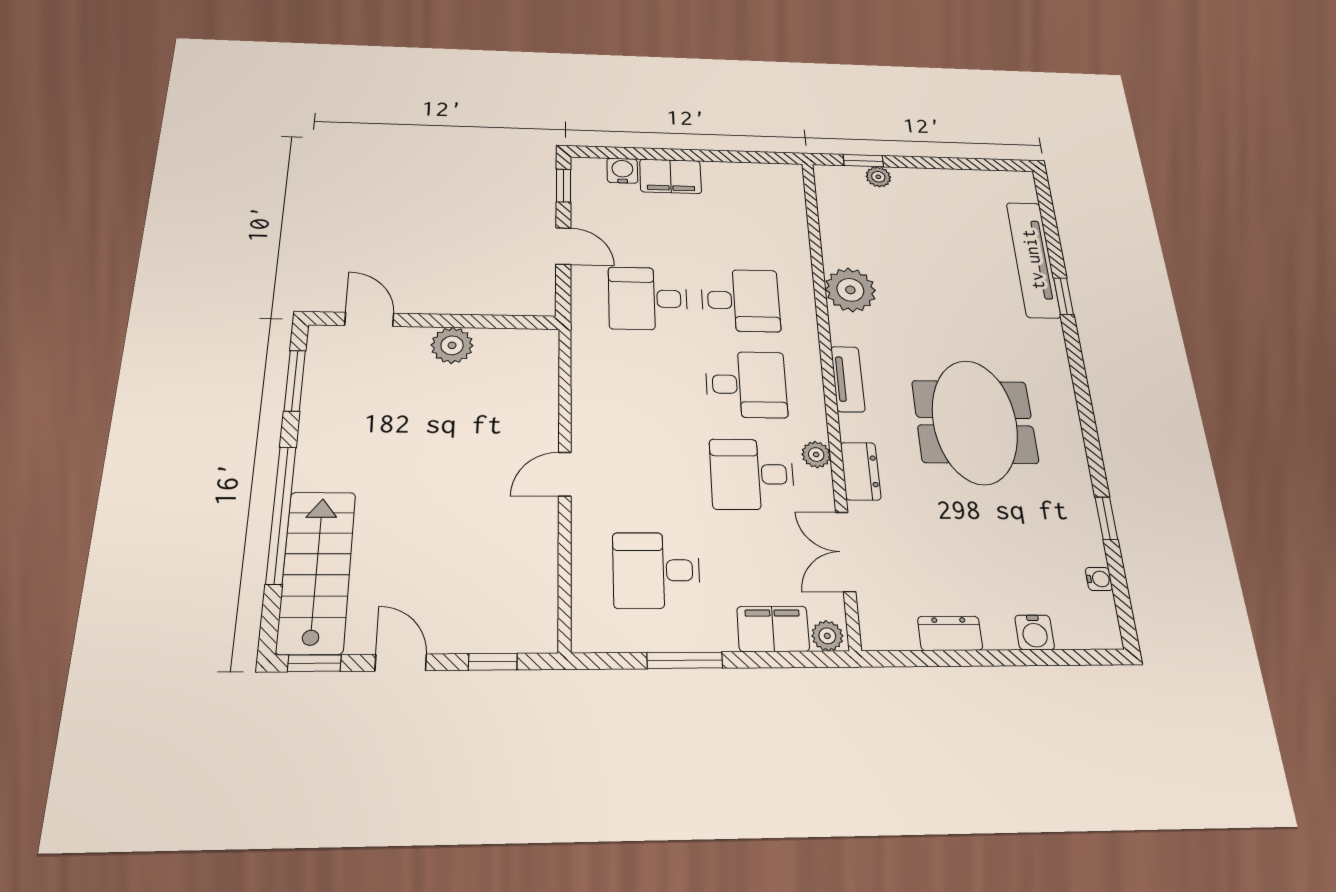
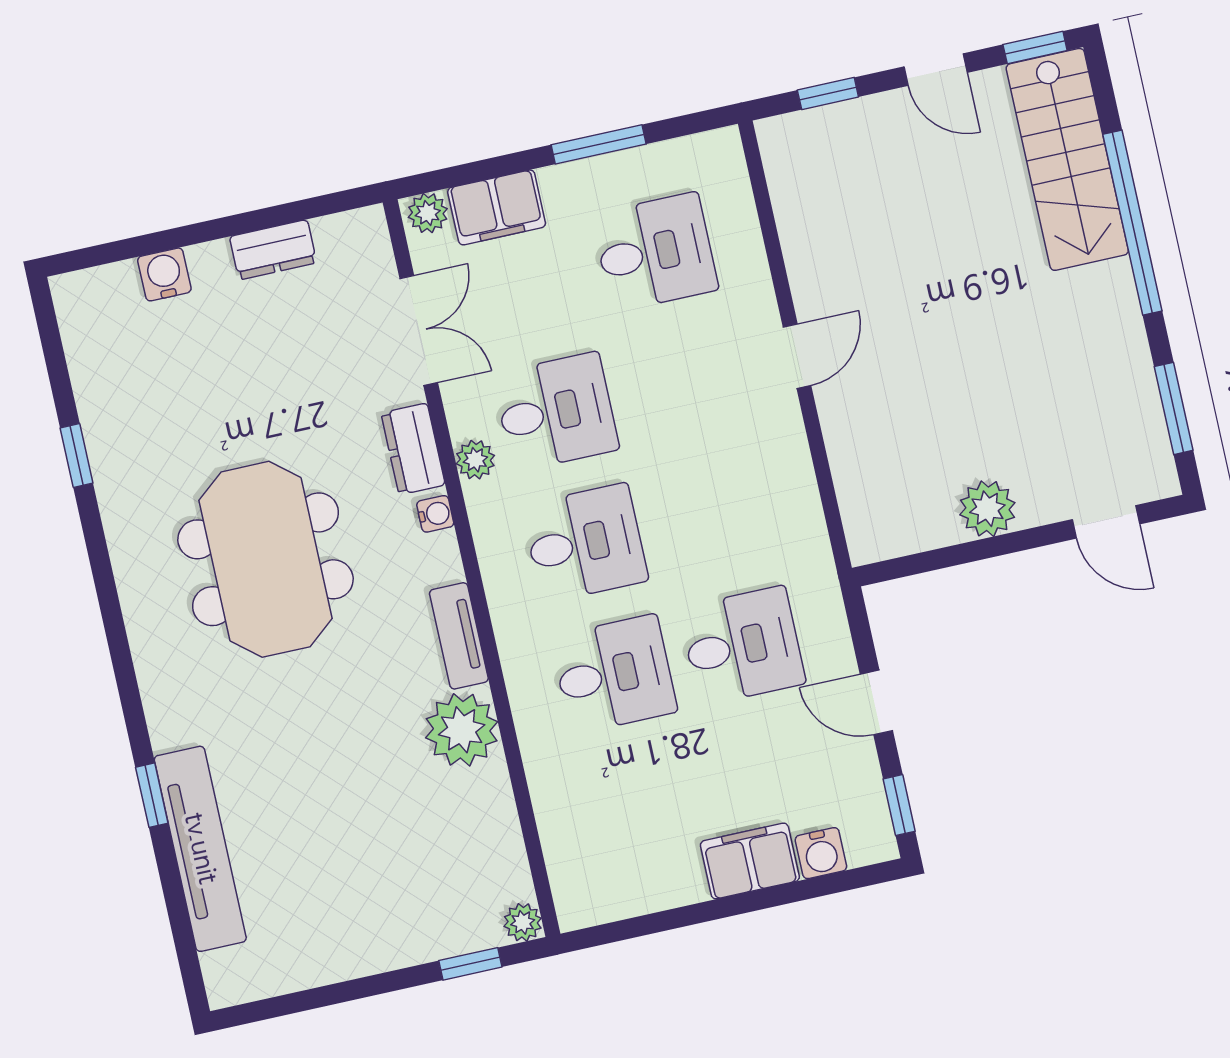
plant: (878, 177) -> (523, 922), moved
desk: (740, 300) -> (614, 674), turned 180
tv unit: (848, 379) -> (459, 636), moved
desk: (746, 384) -> (585, 543), turned 180
water cooler: (1099, 579) -> (435, 514), moved, turned 180

